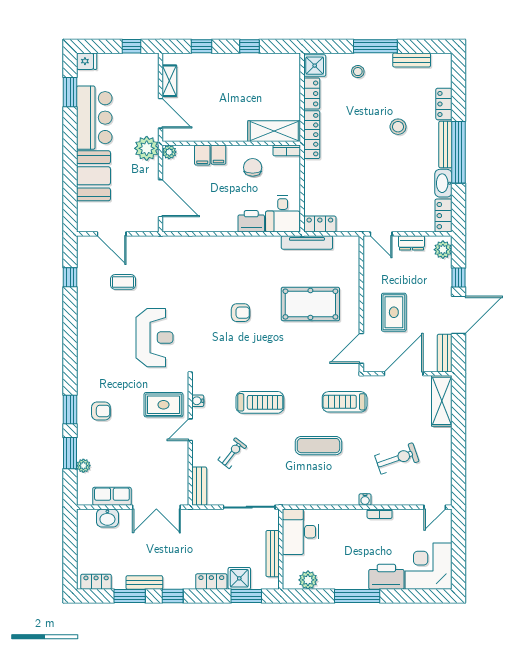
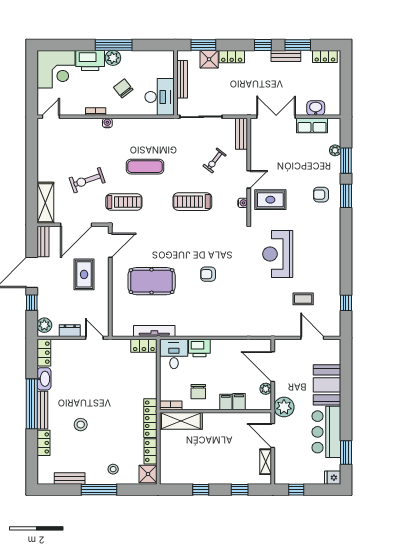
plant: (169, 152) -> (266, 389), moved
exercise bike: (397, 458) -> (87, 180), moved
chair: (345, 542) -> (123, 88), added
plant: (308, 580) -> (113, 58), moved

